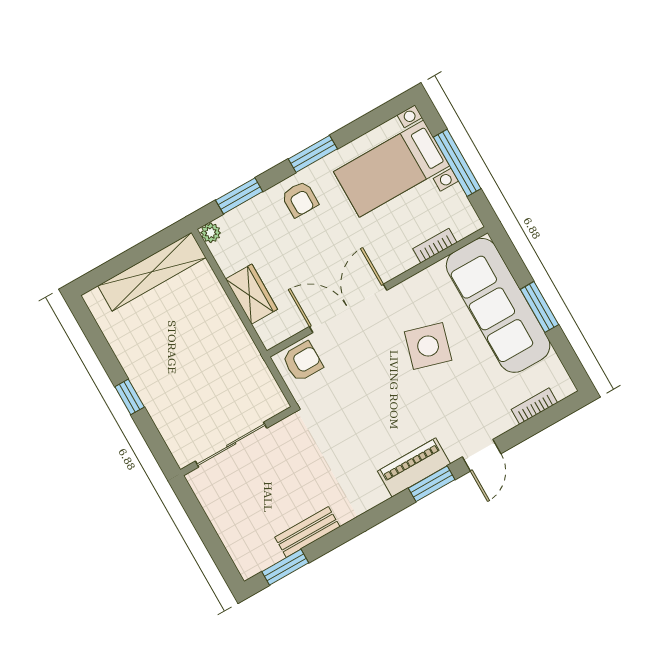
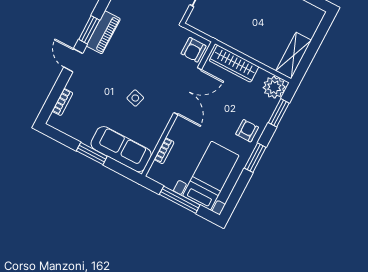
armchair: (300, 199) -> (247, 131), turned 90
plant: (211, 233) -> (274, 87), width x1.88, depth x1.88
shelving: (152, 272) -> (294, 56), width x0.68
wardrobe: (252, 294) -> (234, 64), width x1.50
sofa: (498, 305) -> (121, 149), width x0.74, depth x0.79
side table: (428, 346) -> (135, 98), width x0.54, depth x0.54

